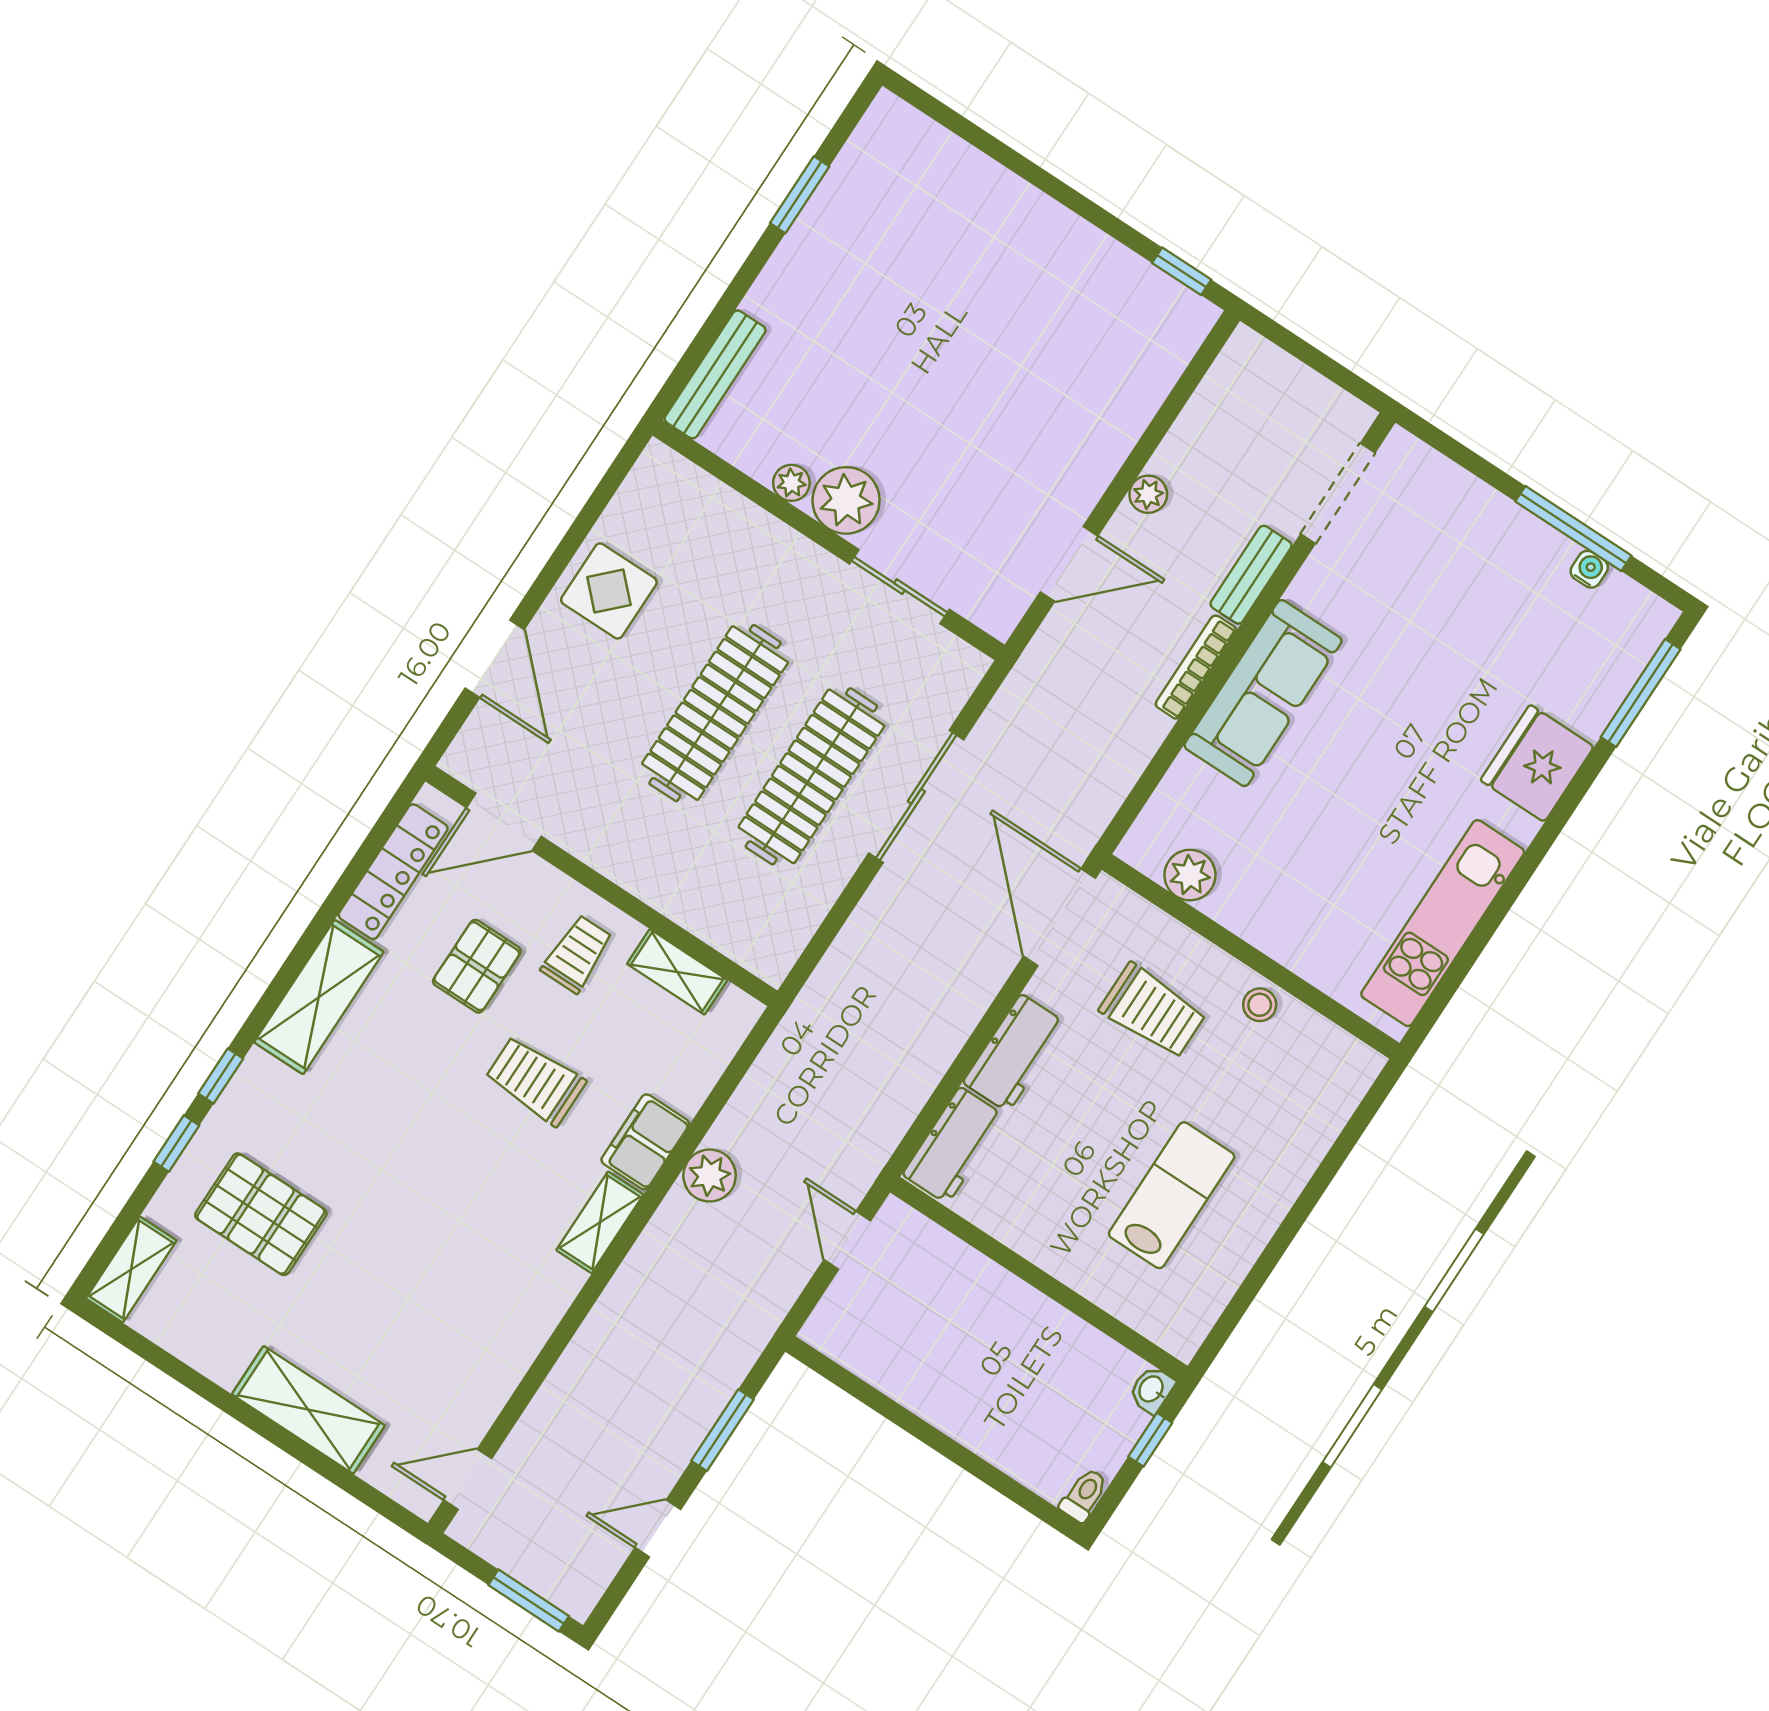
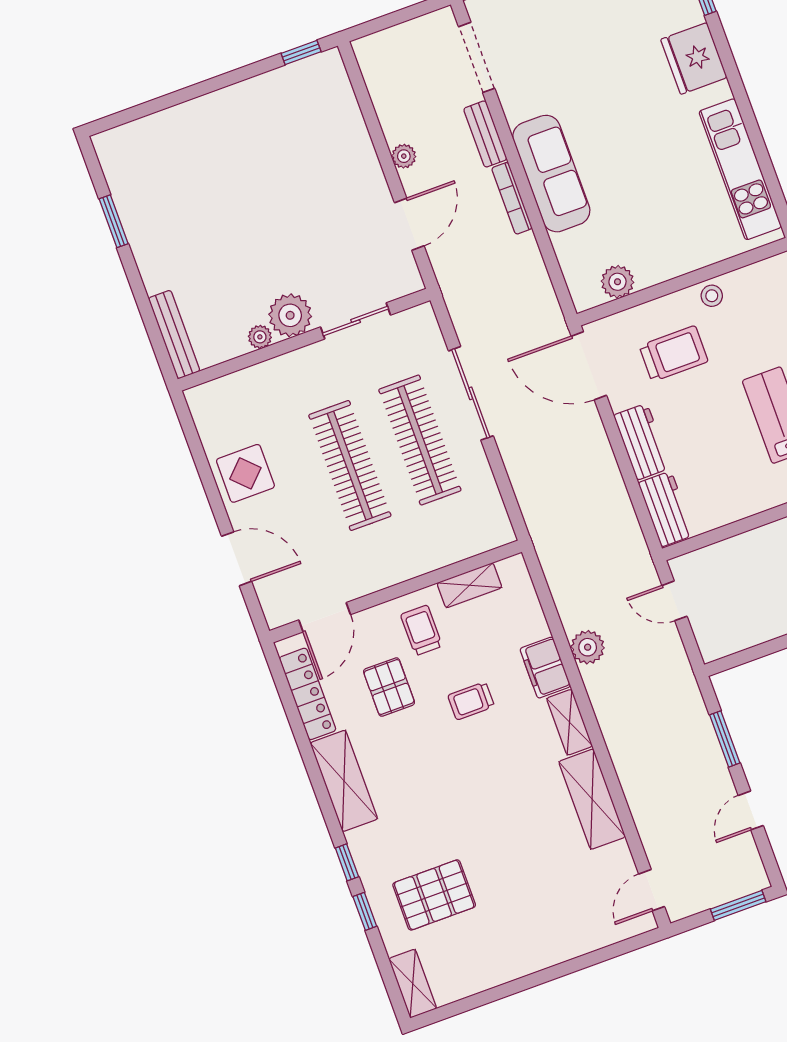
trolley: (535, 1081) -> (471, 701), width x0.73, depth x0.72
shelving: (308, 1410) -> (592, 799), moved, turned 90

